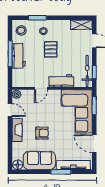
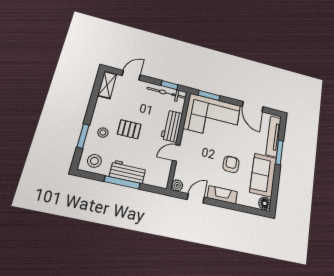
door: (41, 88) -> (176, 153), swing flipped
door: (94, 144) -> (253, 107), hinge flipped

